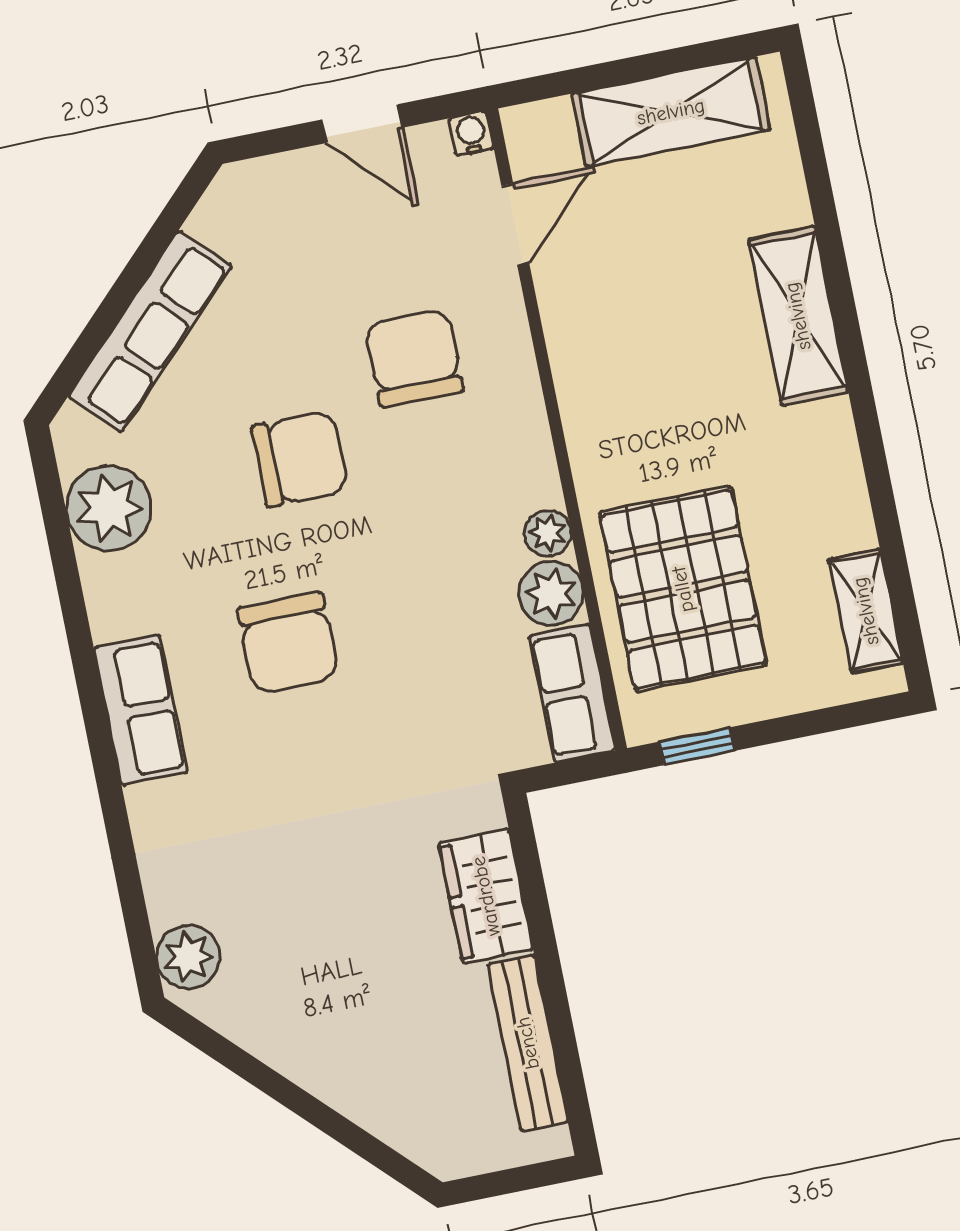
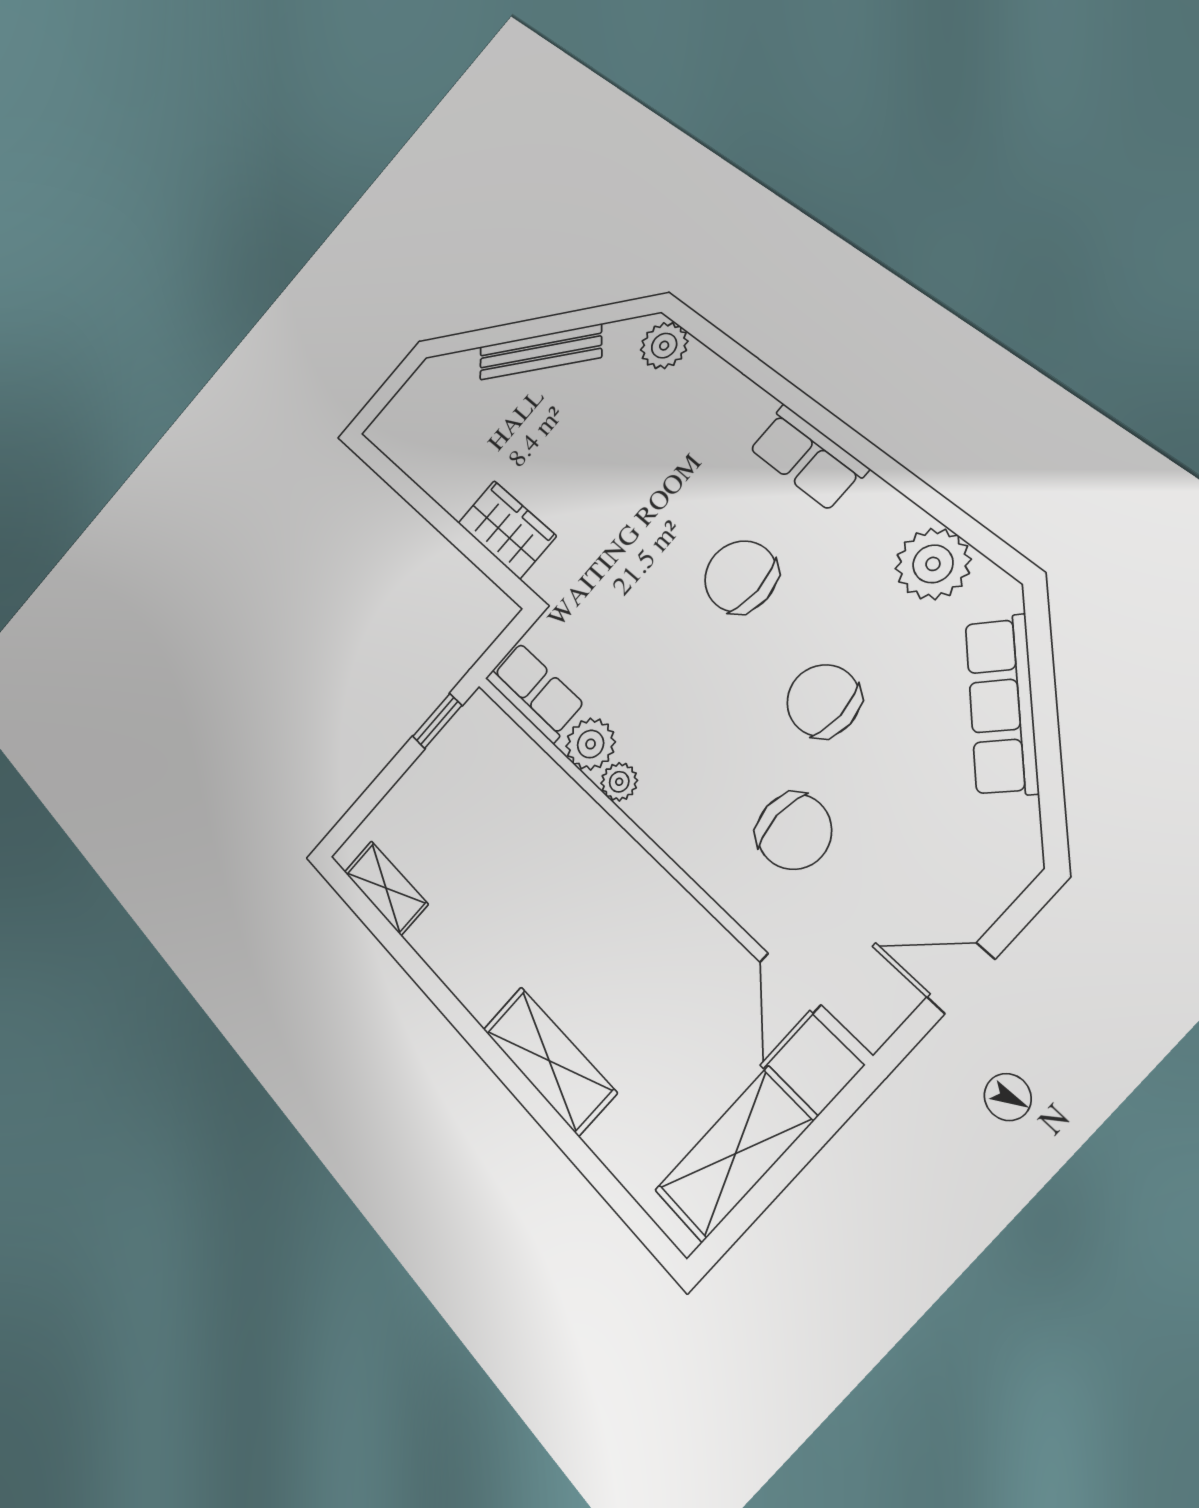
water cooler: (471, 133) -> (872, 1030), removed
chair: (300, 459) -> (823, 701), turned 90
pallet: (683, 589) -> (508, 813), removed
bench: (528, 1043) -> (540, 352), moved, turned -45

